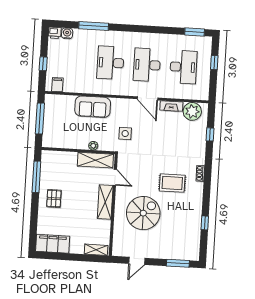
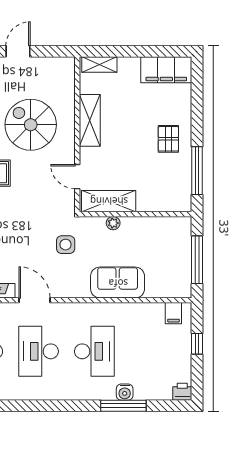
water cooler: (67, 33) -> (125, 392), moved
desk: (147, 65) -> (39, 351), turned 180
shelving: (105, 202) -> (90, 120), moved
spiral stairs: (143, 213) -> (31, 125), turned 90
door: (137, 261) -> (18, 51), moved

